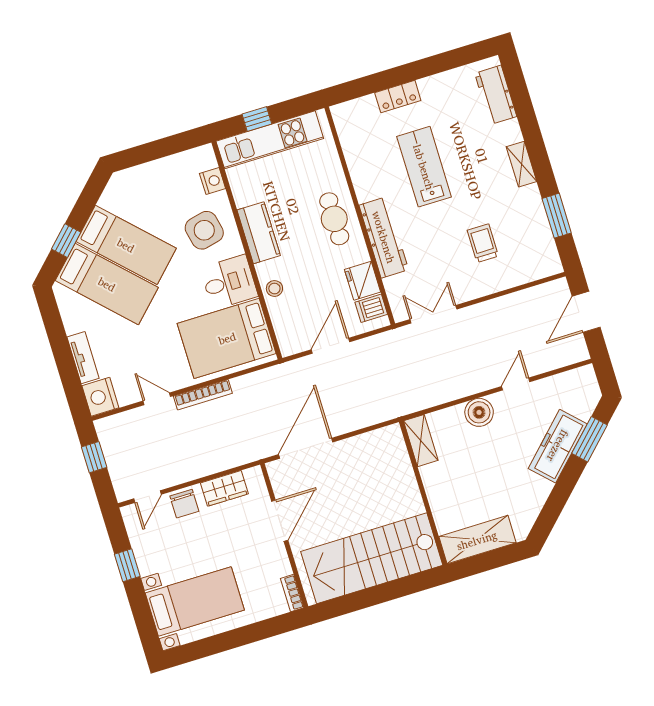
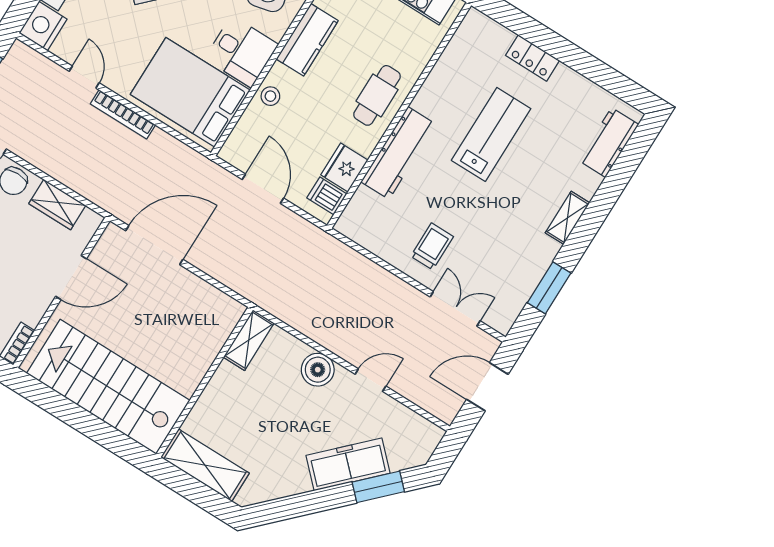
trolley: (483, 243) -> (432, 246), moved
double door: (433, 314) -> (455, 309), moved
door: (330, 346) -> (263, 189), hinge flipped

